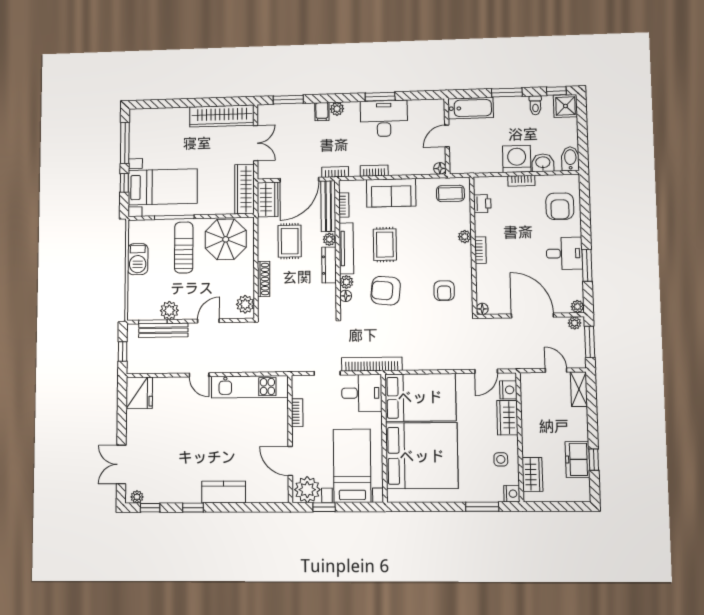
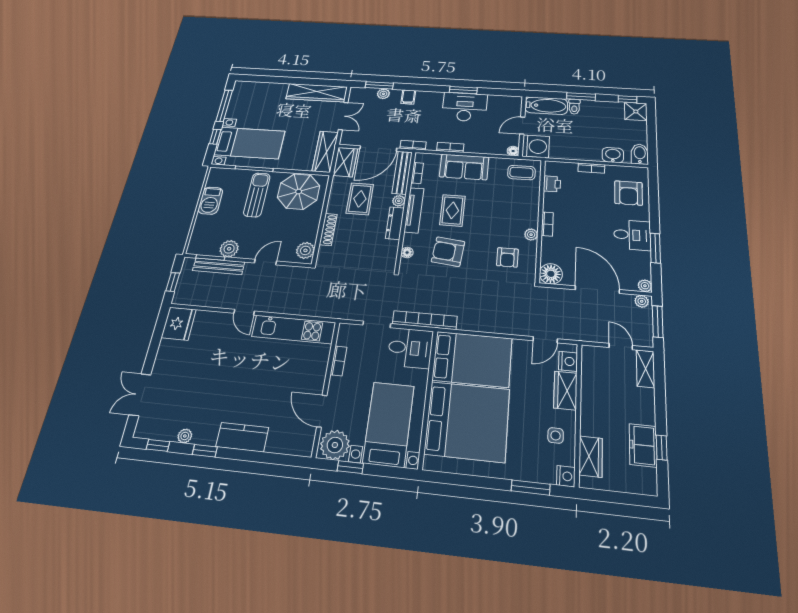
toilet: (535, 105) -> (574, 107), moved
plant: (337, 109) -> (383, 94), moved
washing machine: (517, 159) -> (536, 146), moved, turned 90
plant: (465, 237) -> (531, 235), moved
plant: (346, 282) -> (410, 240), removed
floor lamp: (482, 309) -> (551, 274), width x1.89, depth x1.89
plant: (137, 497) -> (185, 436), moved

